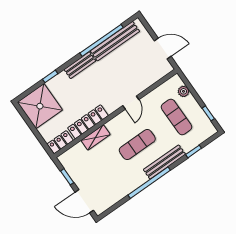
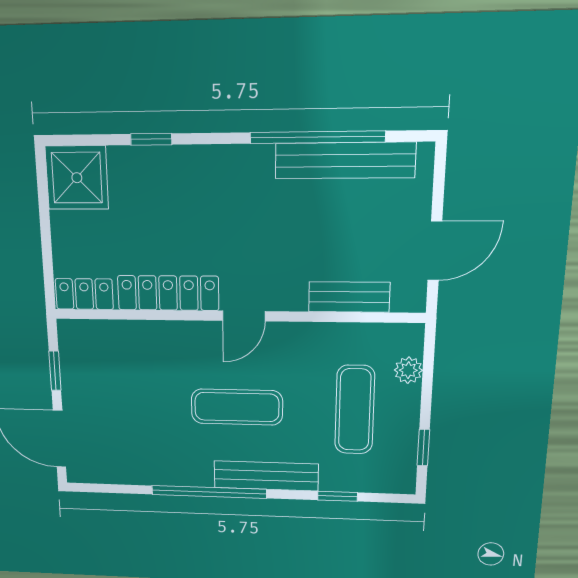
door: (163, 48) -> (435, 251), hinge flipped
bench: (80, 65) -> (349, 297), moved
door: (131, 103) -> (244, 316), moved
shower: (40, 106) -> (77, 178), width x0.73, depth x0.73
shelving: (96, 137) -> (163, 335), removed

